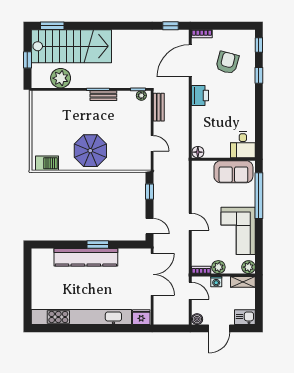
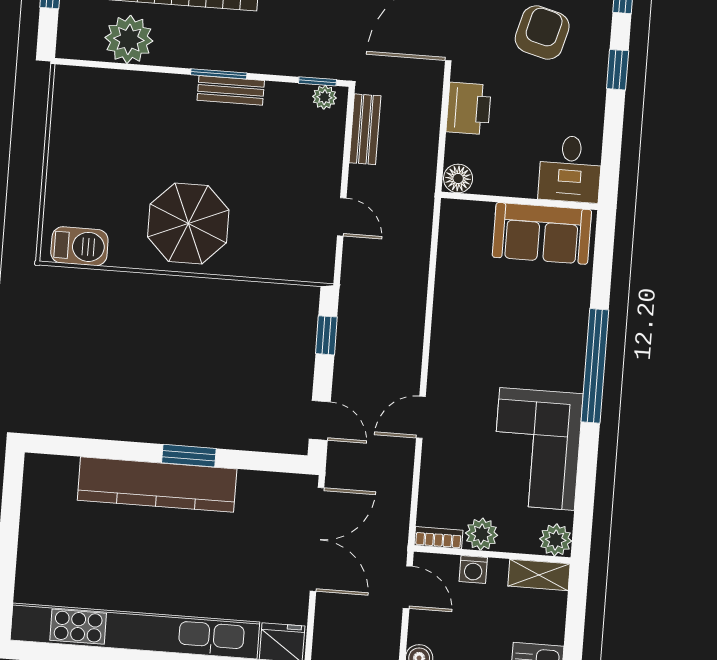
desk: (243, 145) -> (570, 169), moved
floor lamp: (198, 152) -> (458, 178), moved
wall: (223, 159) -> (519, 201), moved
sofa: (233, 172) -> (542, 233), moved
door: (190, 222) -> (421, 417), swing flipped

